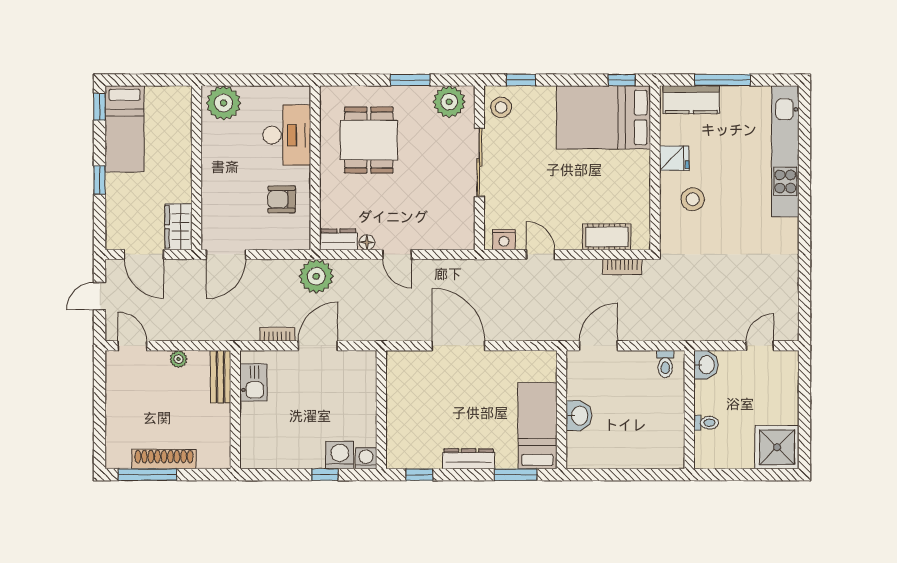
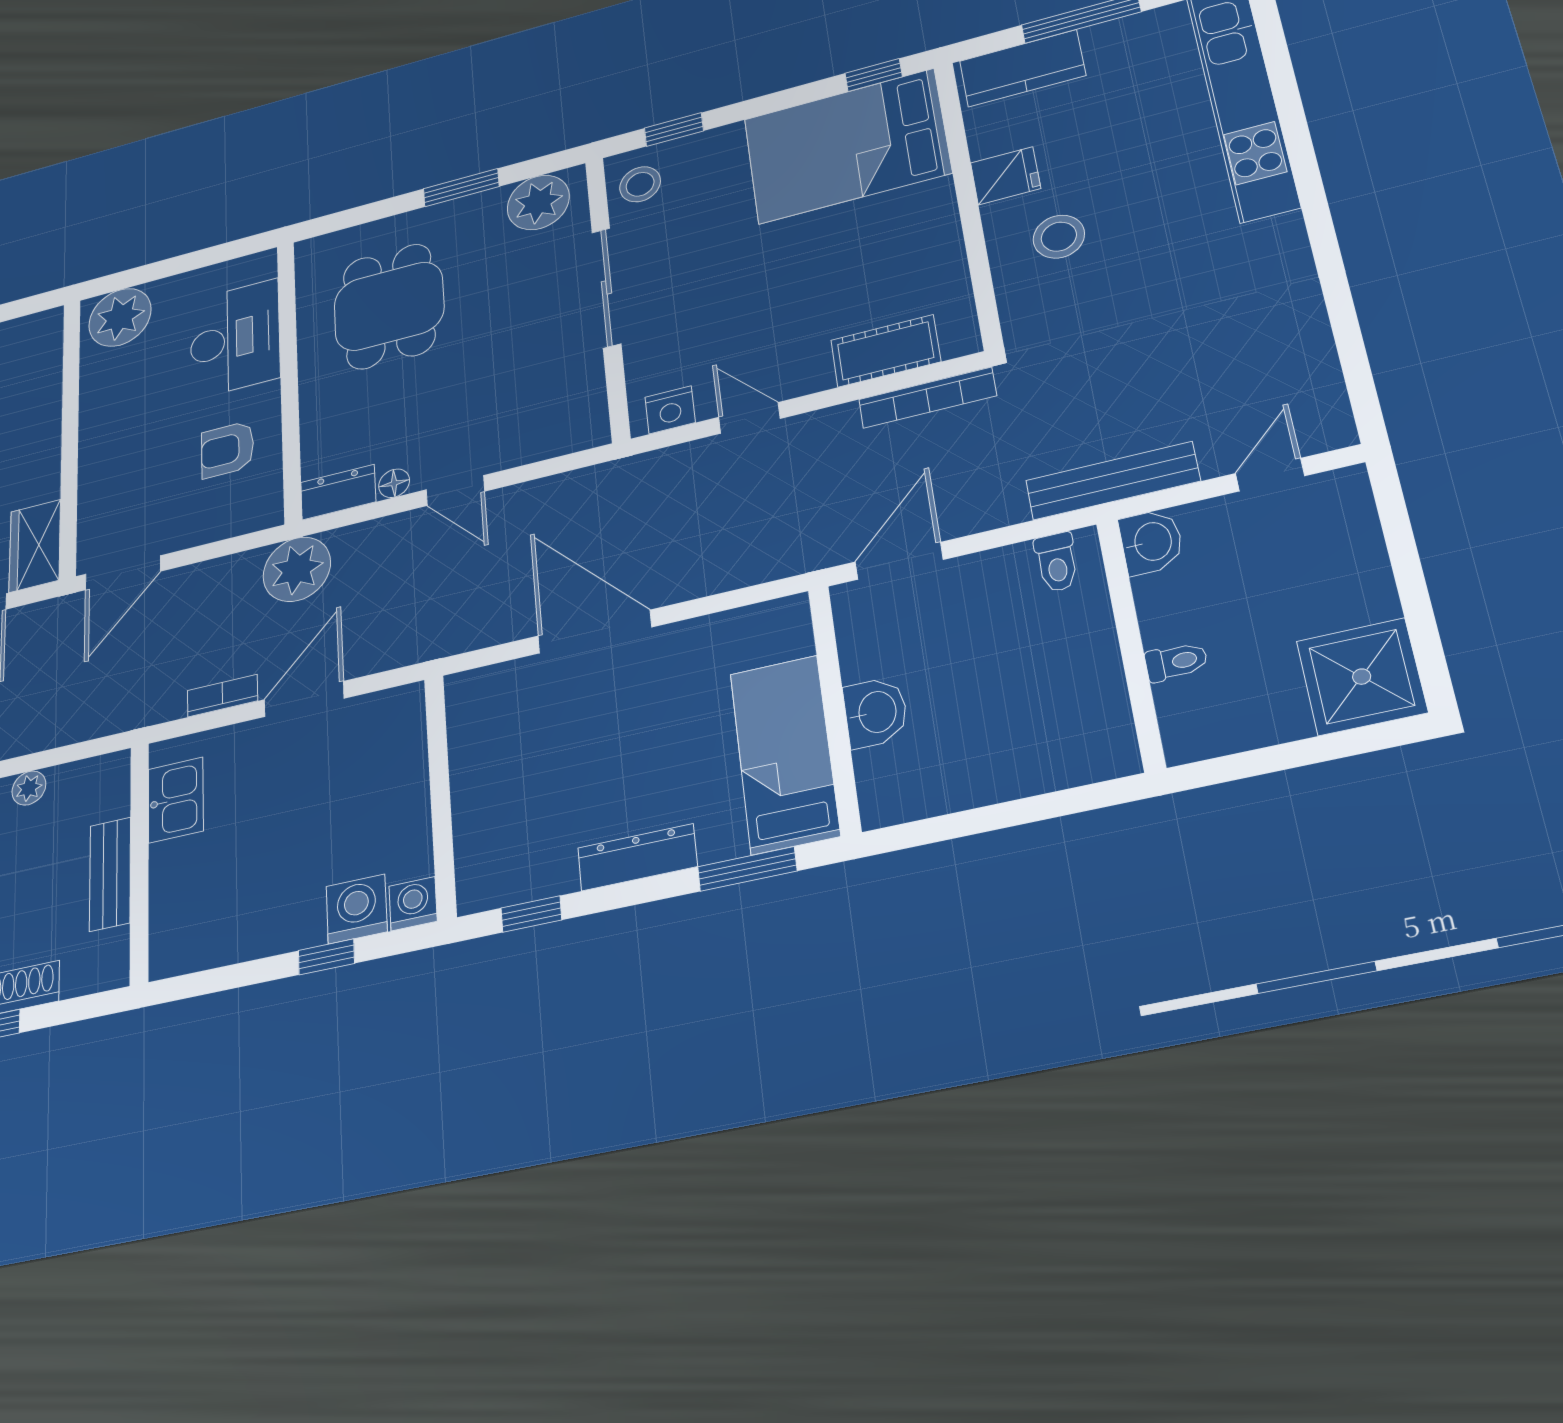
bookcase: (622, 267) -> (927, 398), width x1.56
bench: (695, 331) -> (1113, 481), added
bench: (221, 377) -> (110, 874), moved

